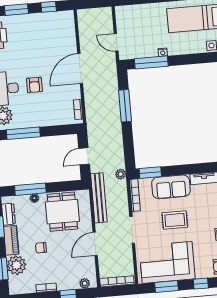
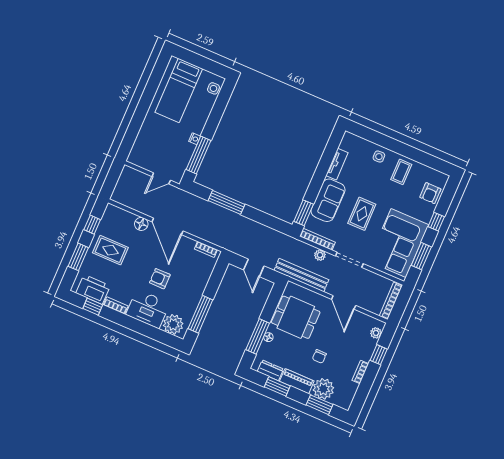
rug: (36, 33) -> (110, 250), added
floor lamp: (71, 46) -> (141, 224), added
armchair: (34, 85) -> (160, 279), turned 180
plant: (121, 174) -> (320, 255), moved

